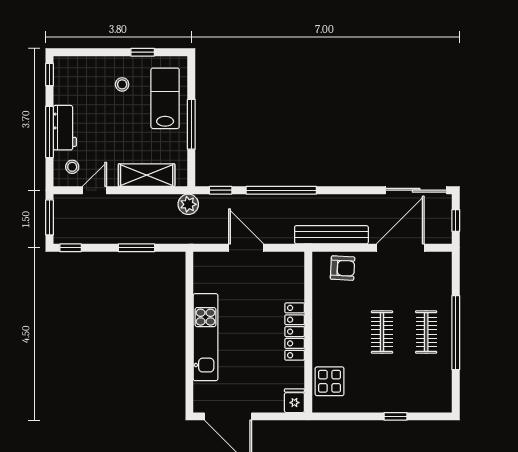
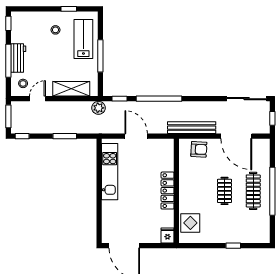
door: (400, 248) -> (236, 136), swing flipped
clothes rail: (426, 332) -> (253, 191), width x1.36
kitchen unit: (206, 337) -> (110, 172), moved

